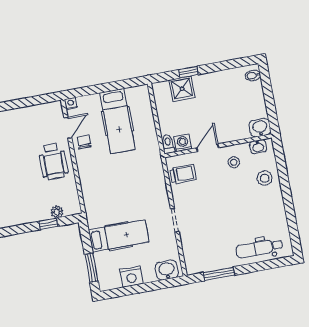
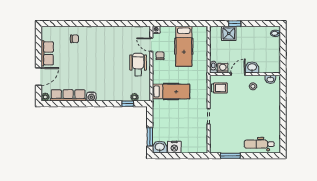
door: (68, 128) -> (151, 45), swing flipped
washbasin: (260, 128) -> (252, 67), moved
wheelchair: (53, 161) -> (138, 64), turned 180
stool: (265, 178) -> (271, 100), removed
hospital bed: (119, 236) -> (171, 91), moved
washbasin: (167, 270) -> (160, 147), moved

